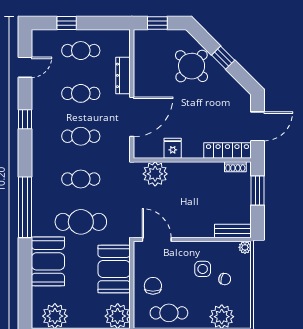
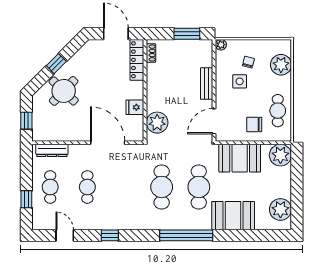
dresser: (123, 75) -> (52, 150), moved
cafe table: (81, 136) -> (124, 187), removed
cafe table: (81, 179) -> (162, 187), width x1.37, depth x1.35
window: (258, 191) -> (187, 34), moved
bench: (233, 231) -> (207, 84), moved

